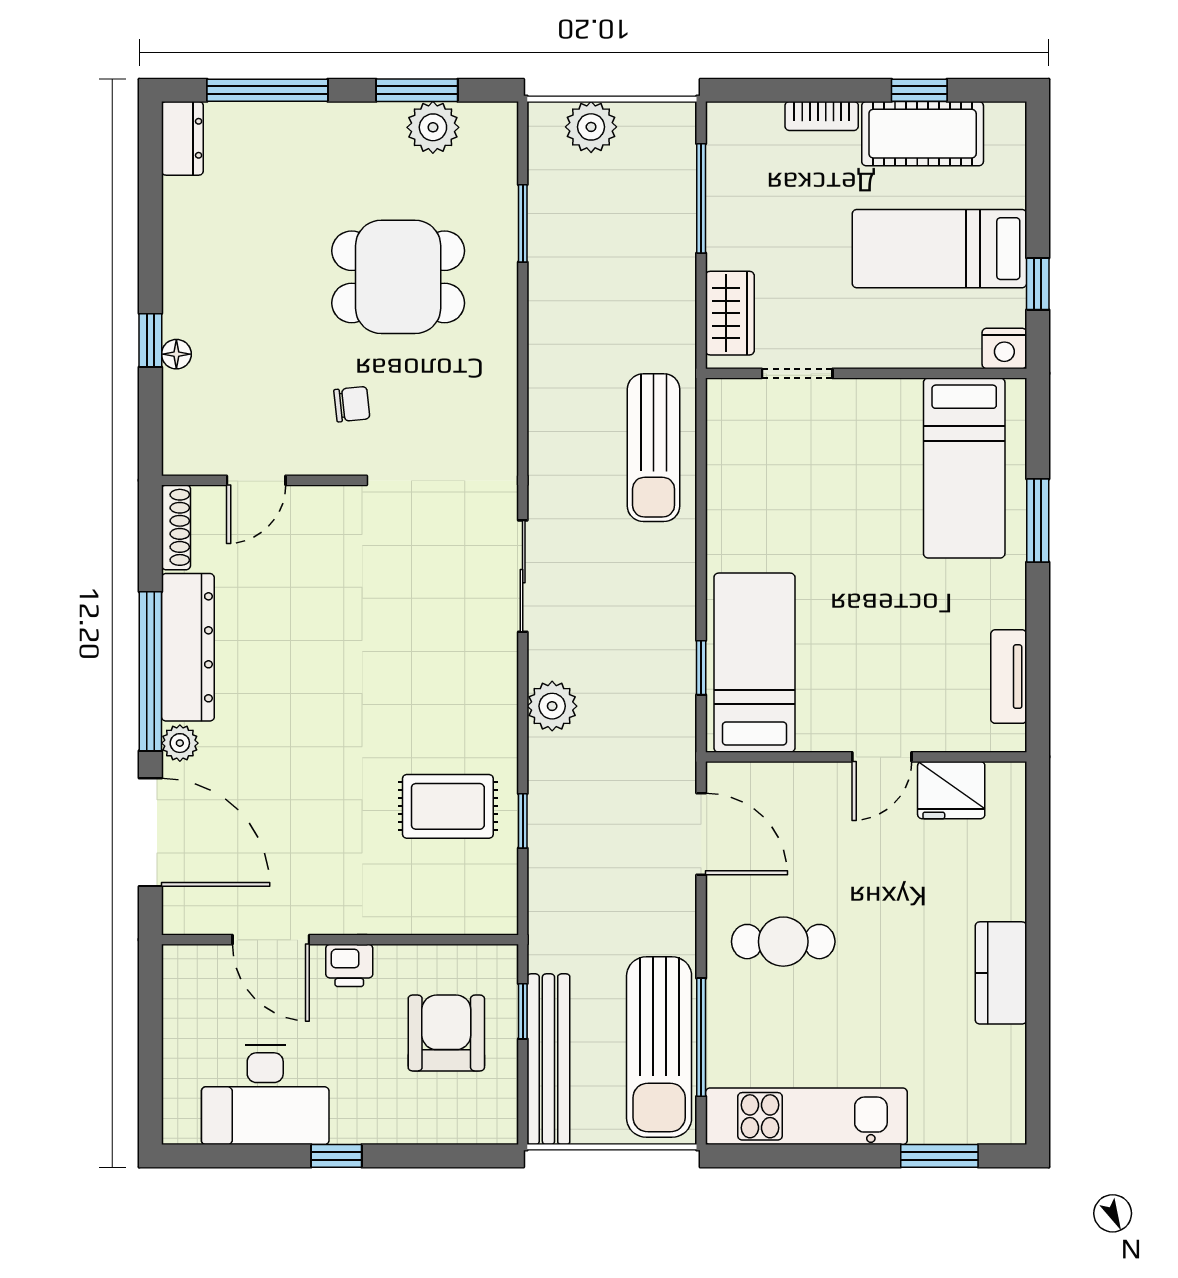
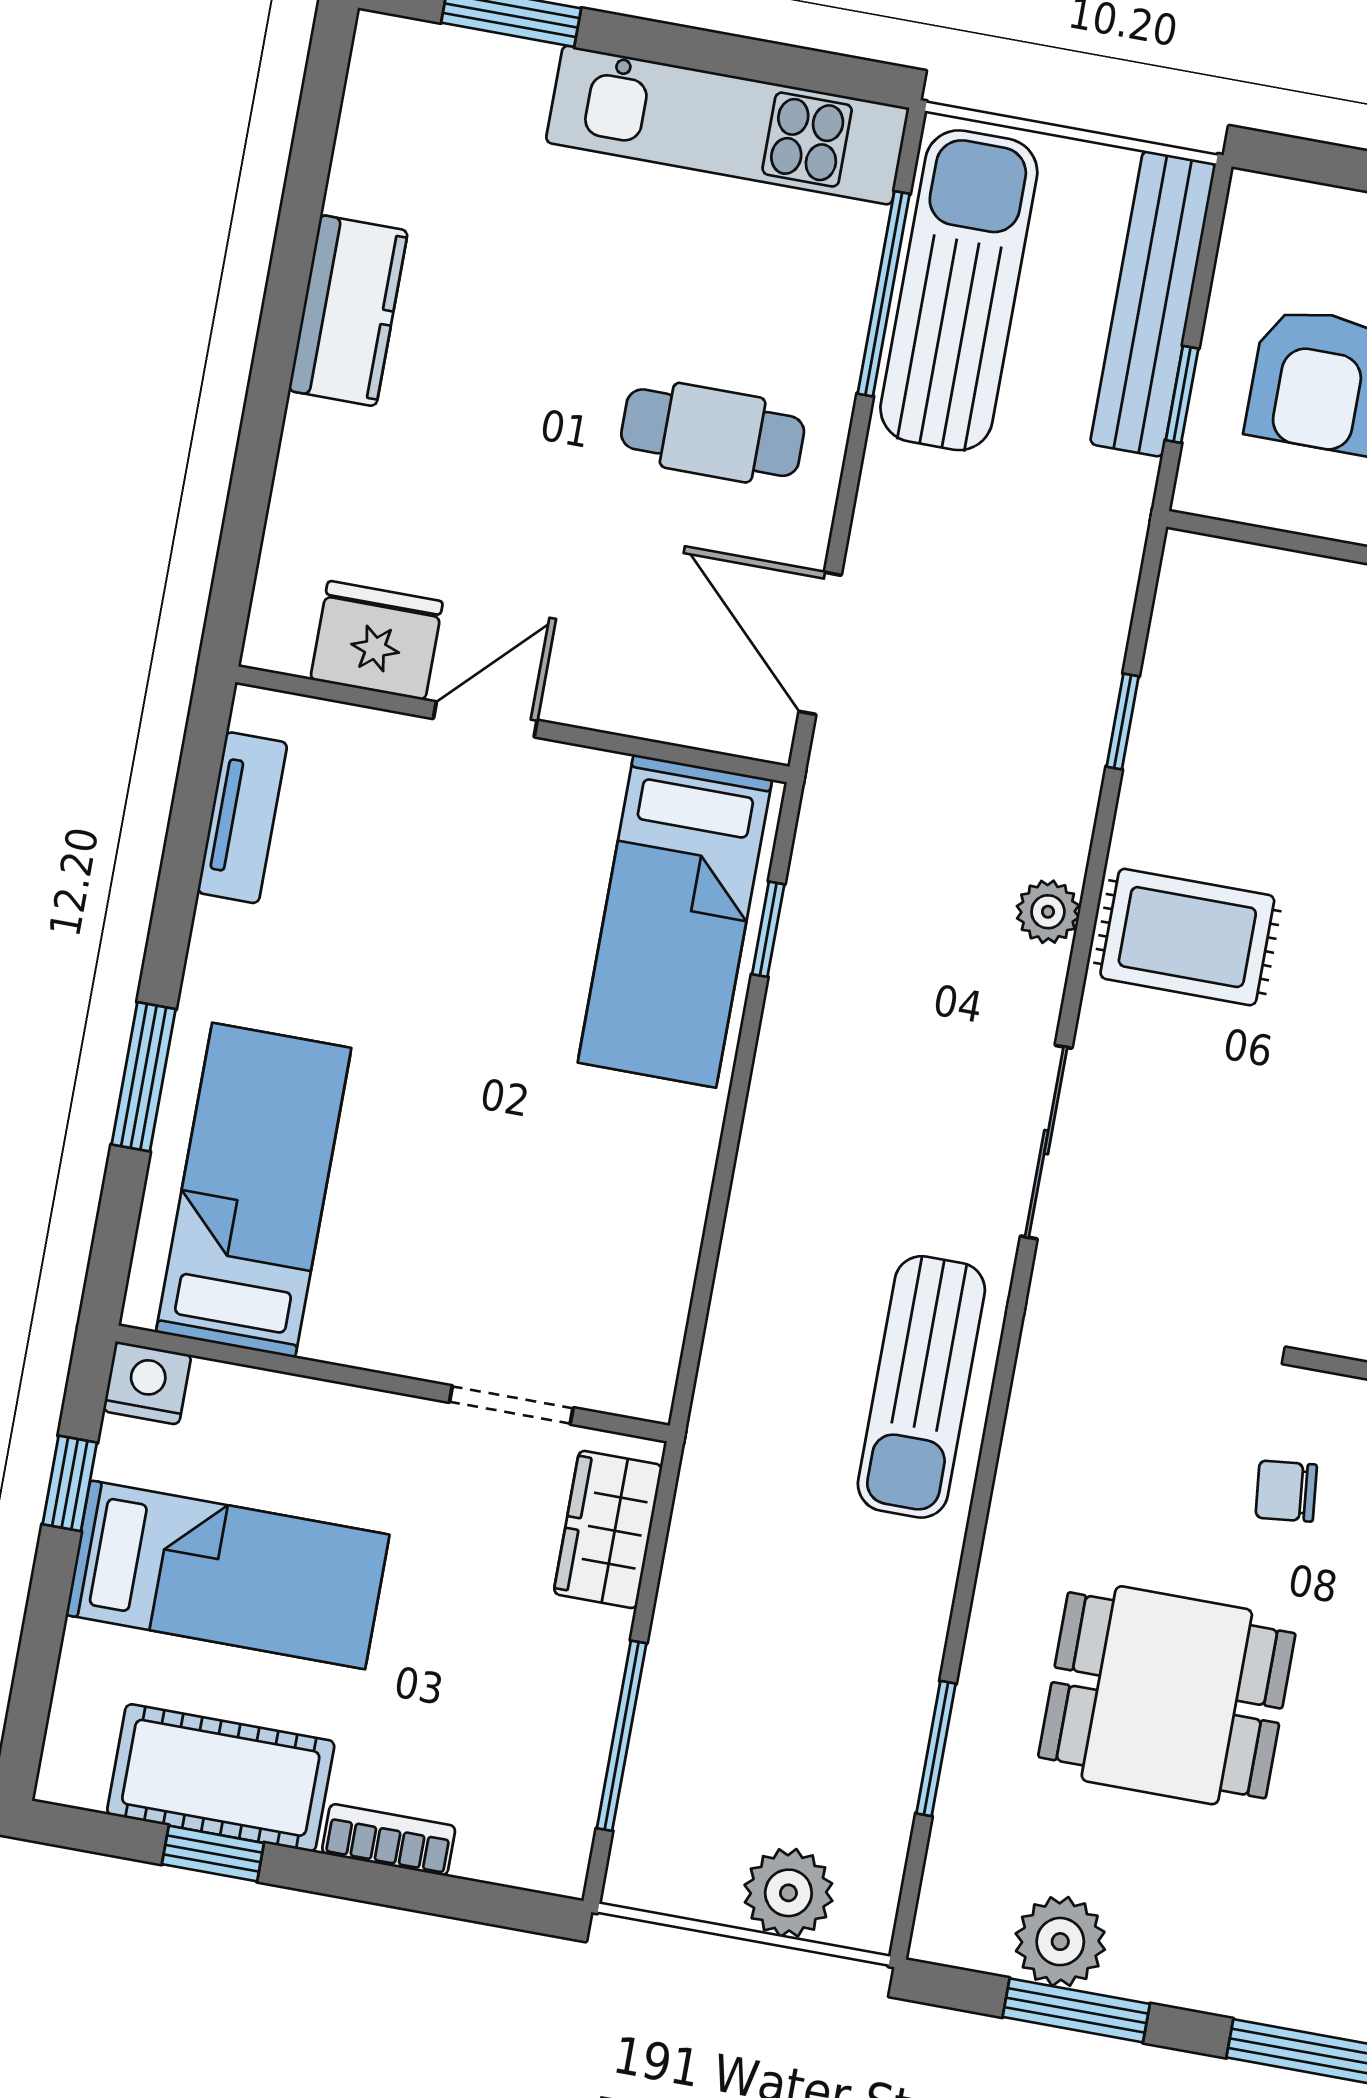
sun lounger: (654, 448) -> (921, 1387), moved, turned 180
plant: (552, 706) -> (1048, 912), width x0.73, depth x0.73
rug: (448, 806) -> (1187, 937), moved

